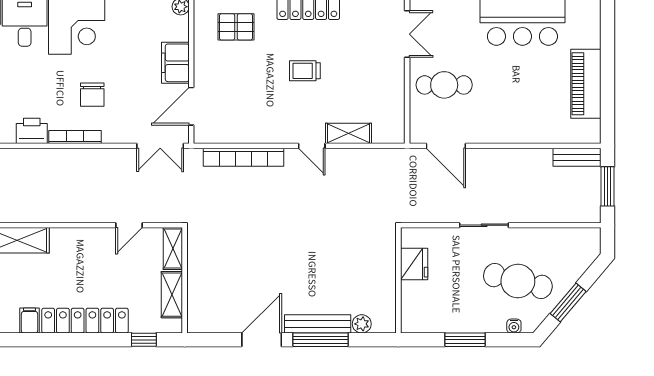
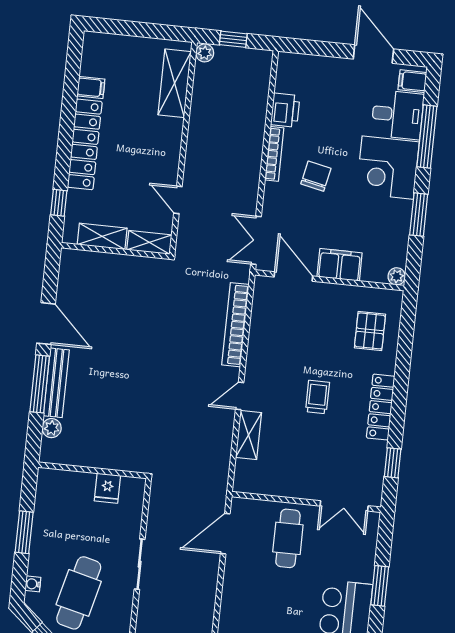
chair: (92, 95) -> (316, 176), turned 102
fridge: (414, 264) -> (107, 488), width x0.72

